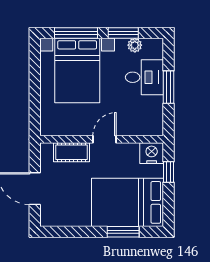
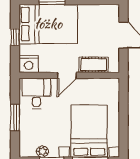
desk: (144, 77) -> (36, 93), moved, turned 90
window: (168, 172) -> (15, 37), moved

